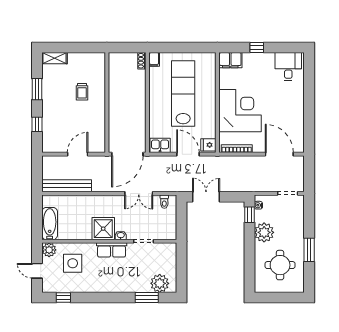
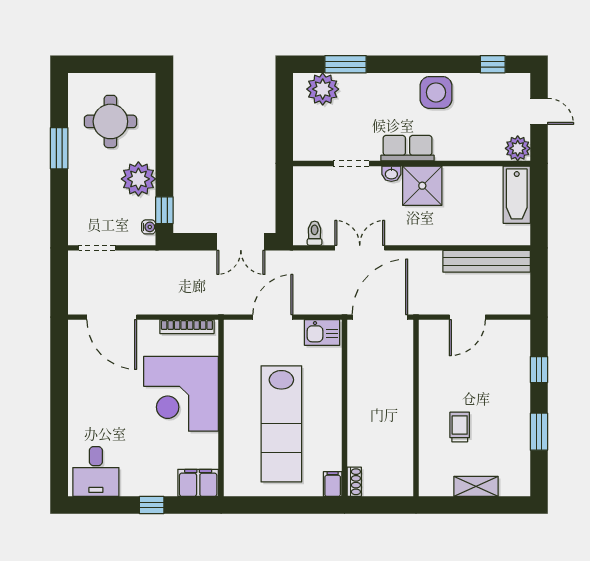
shelving: (55, 58) -> (476, 486), moved
fridge: (208, 145) -> (237, 333), removed
door: (188, 154) -> (273, 317), swing flipped
side table: (73, 263) -> (436, 92), moved

